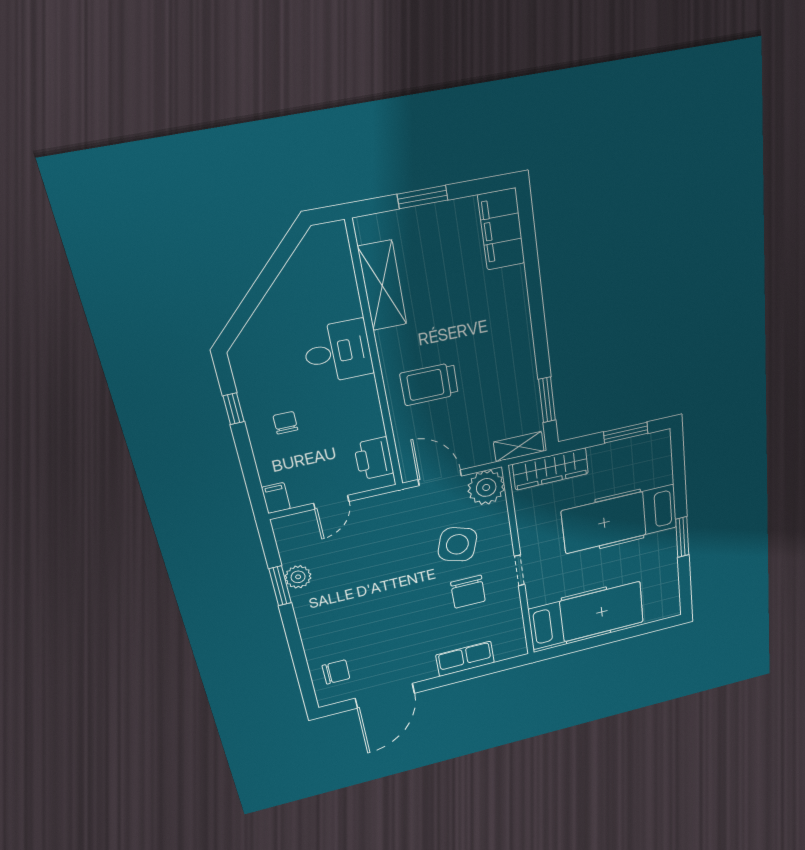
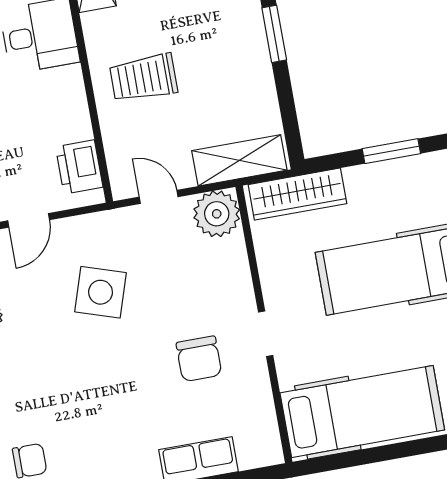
window: (547, 400) -> (274, 34), moved
shelving: (519, 447) -> (239, 160), width x1.50, depth x1.33
door: (440, 478) -> (159, 197), width x0.73
side table: (457, 544) -> (101, 292), moved

